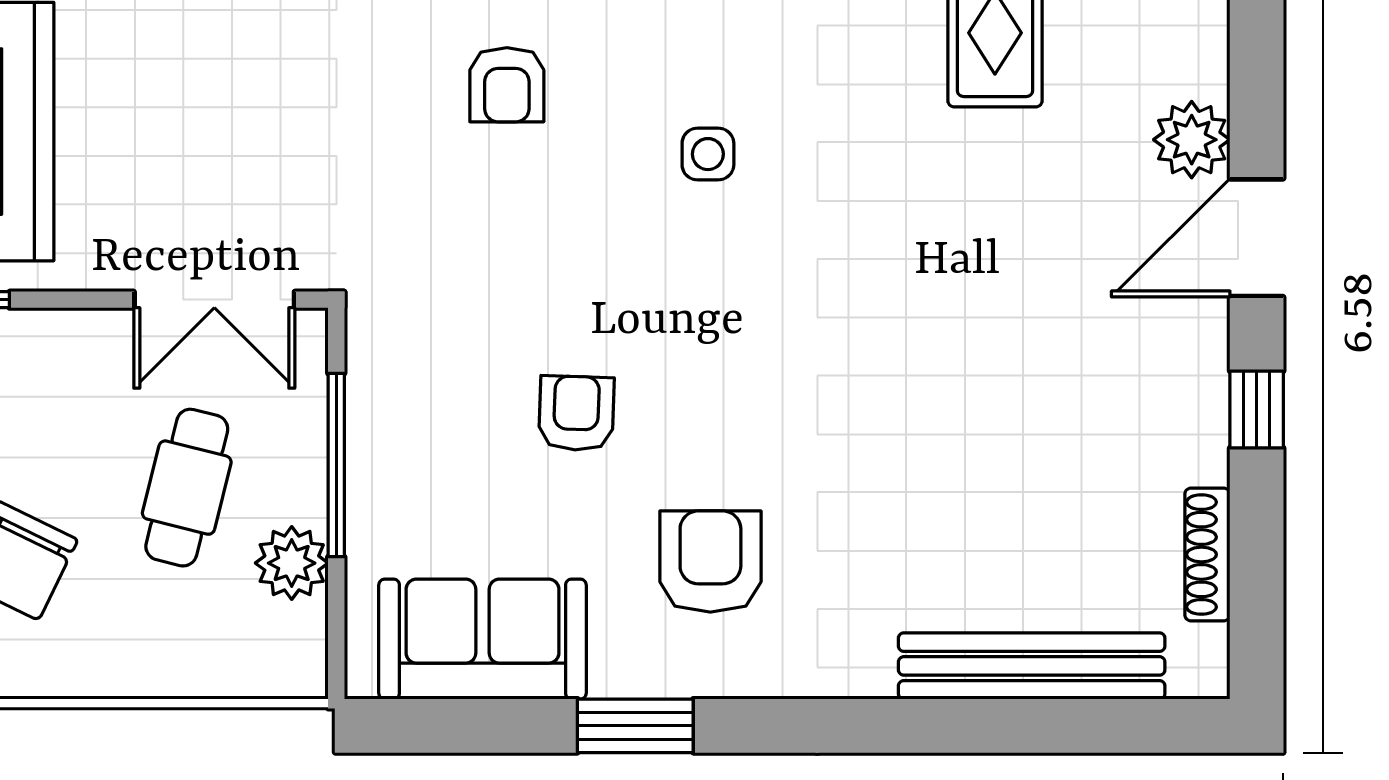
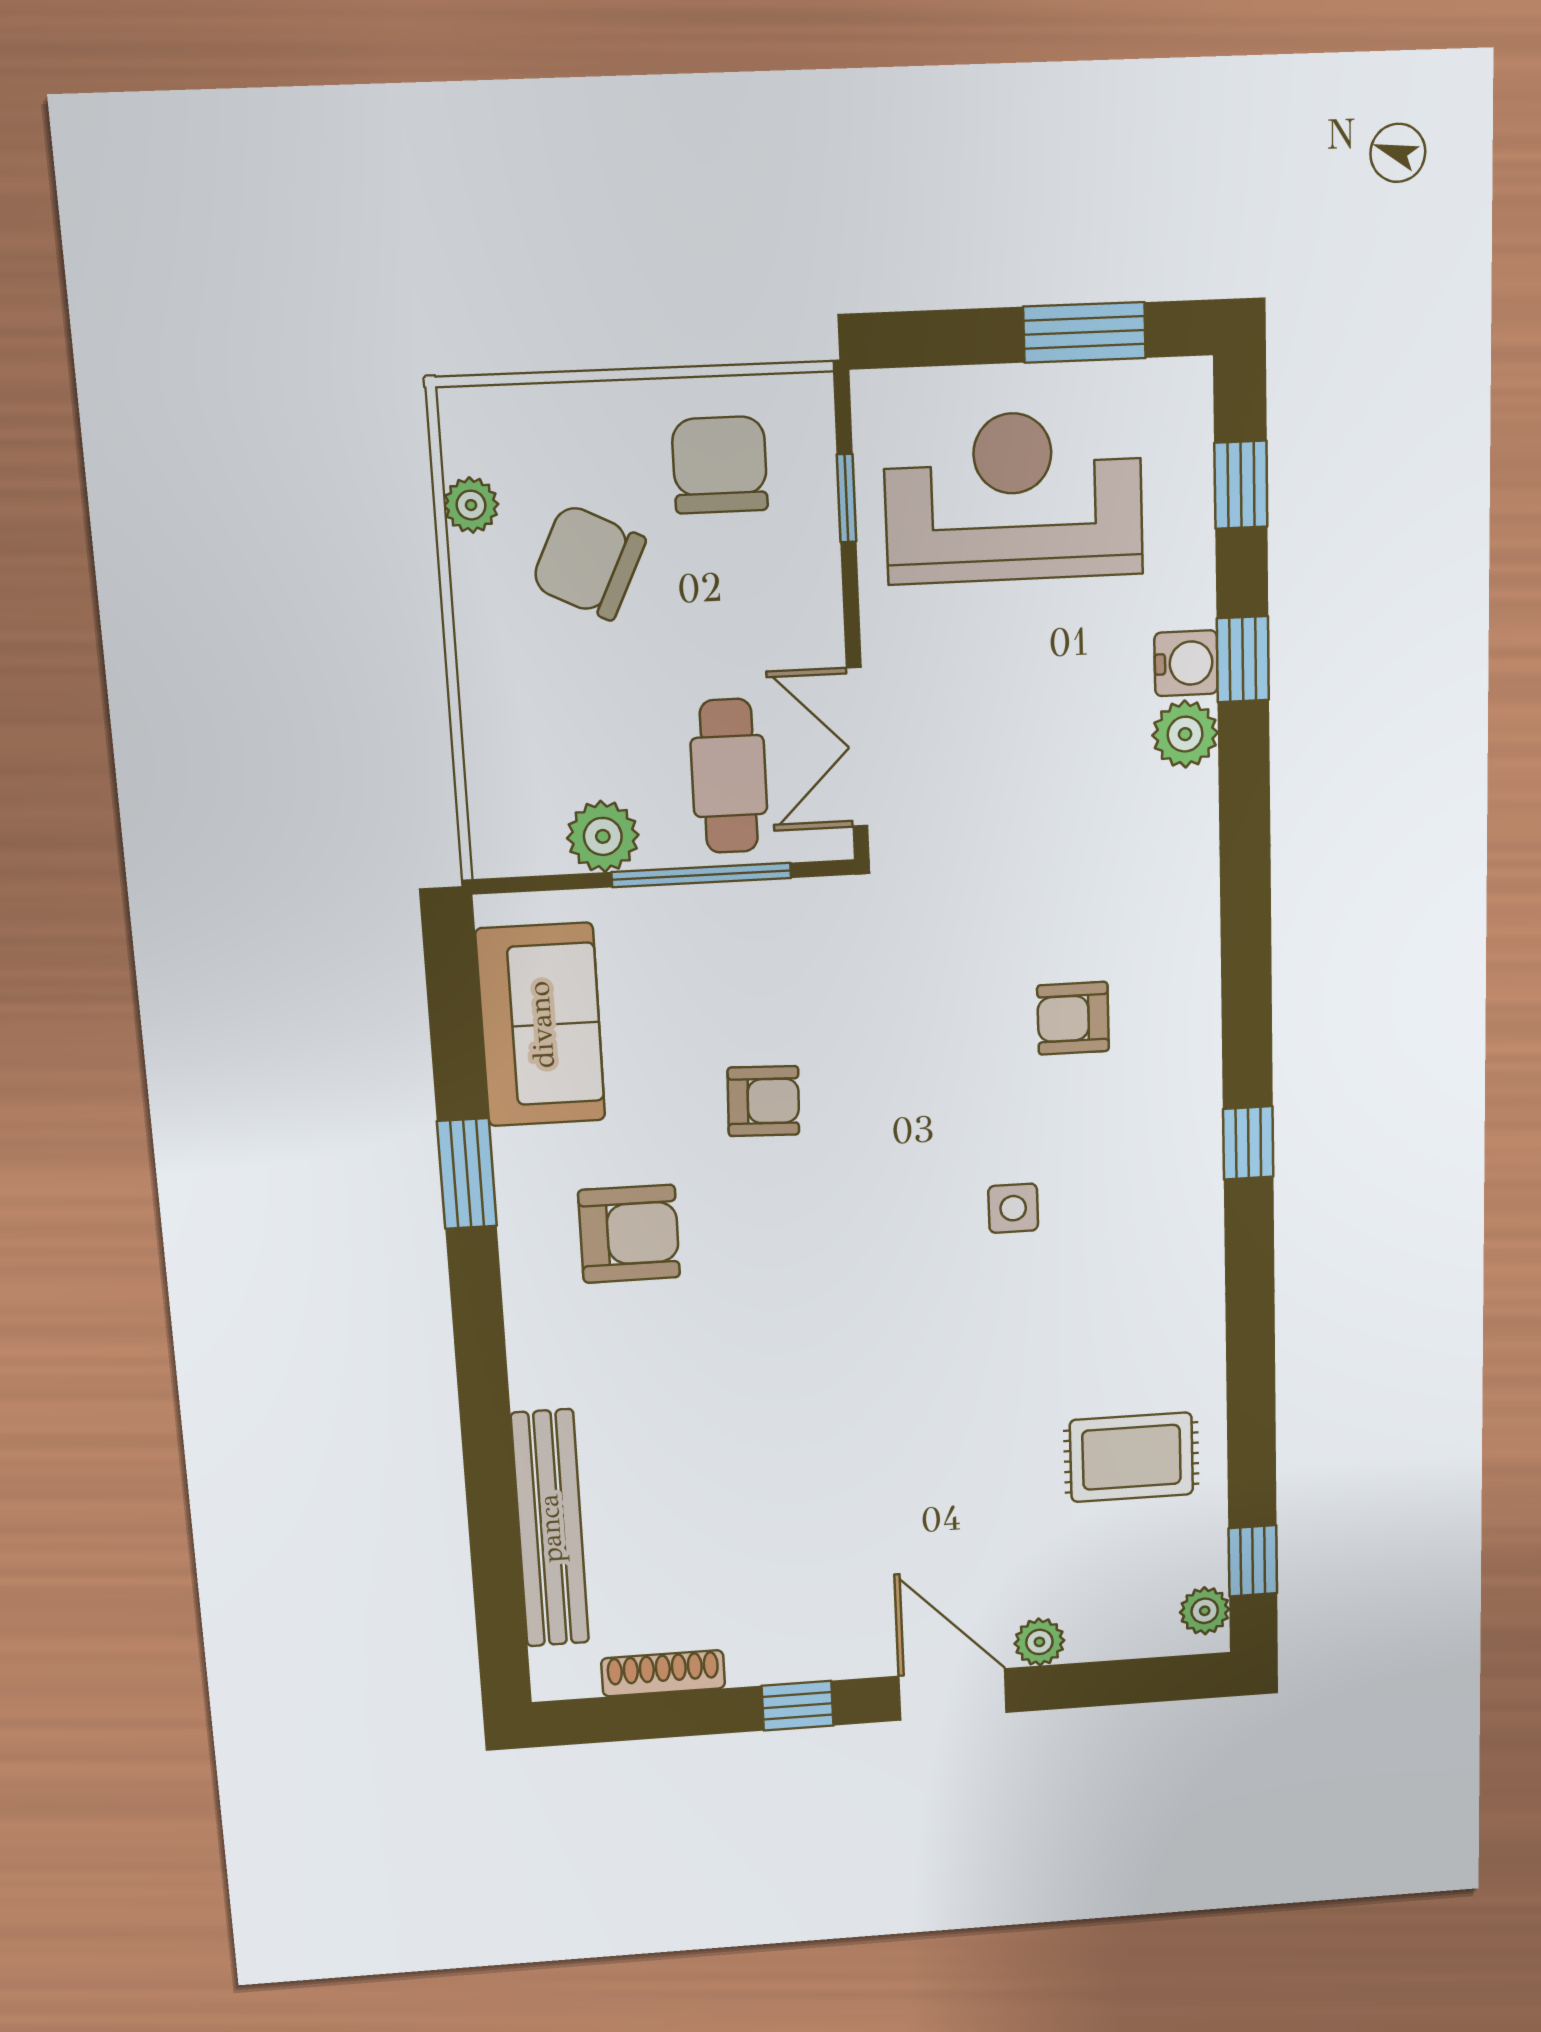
plant: (1192, 140) -> (1039, 1642), width x0.73, depth x0.73
cafe table: (187, 488) -> (729, 776), moved, turned 76

